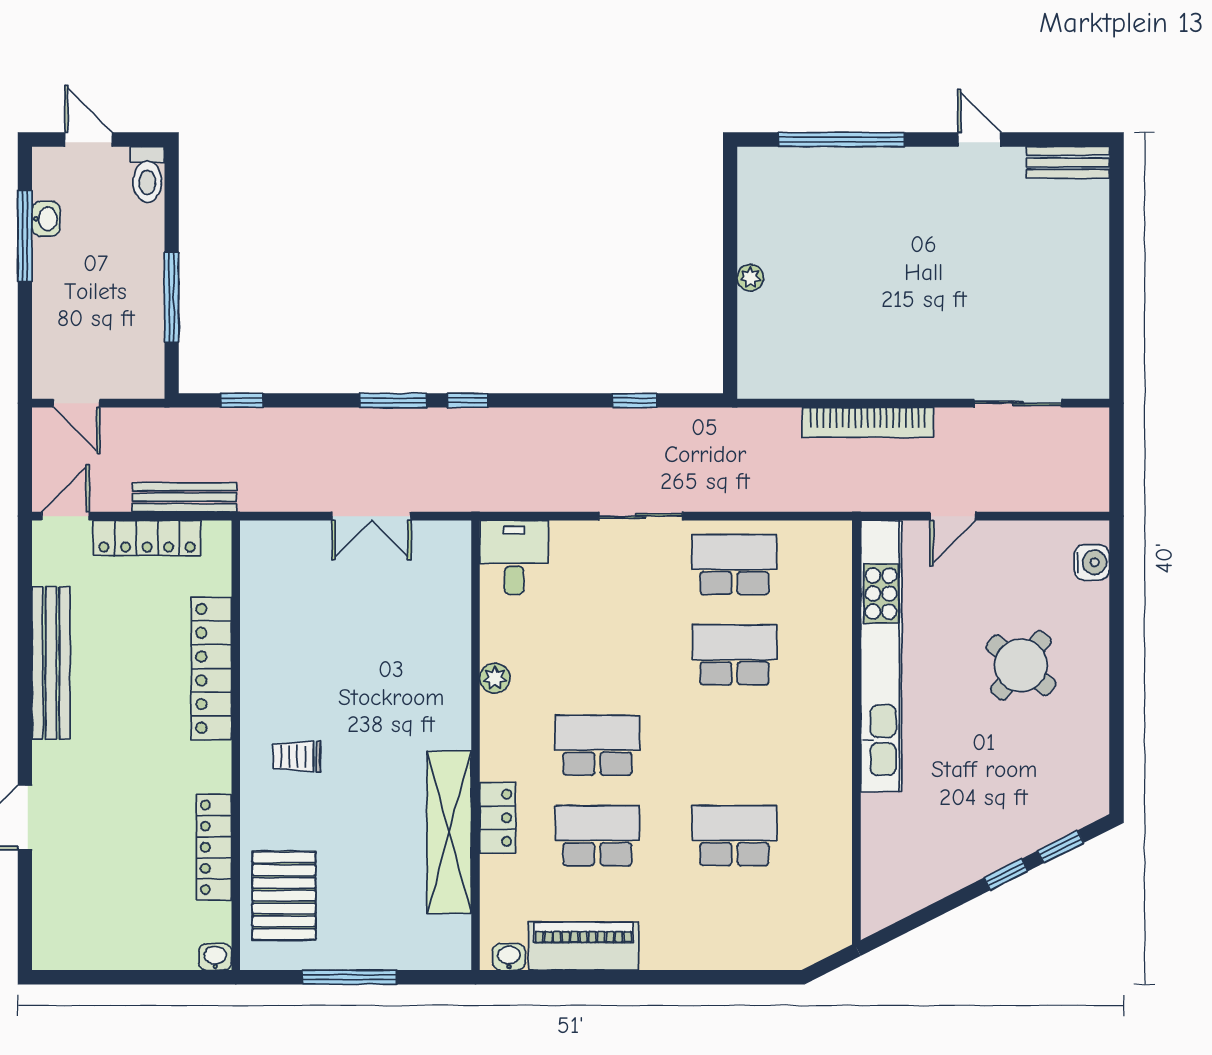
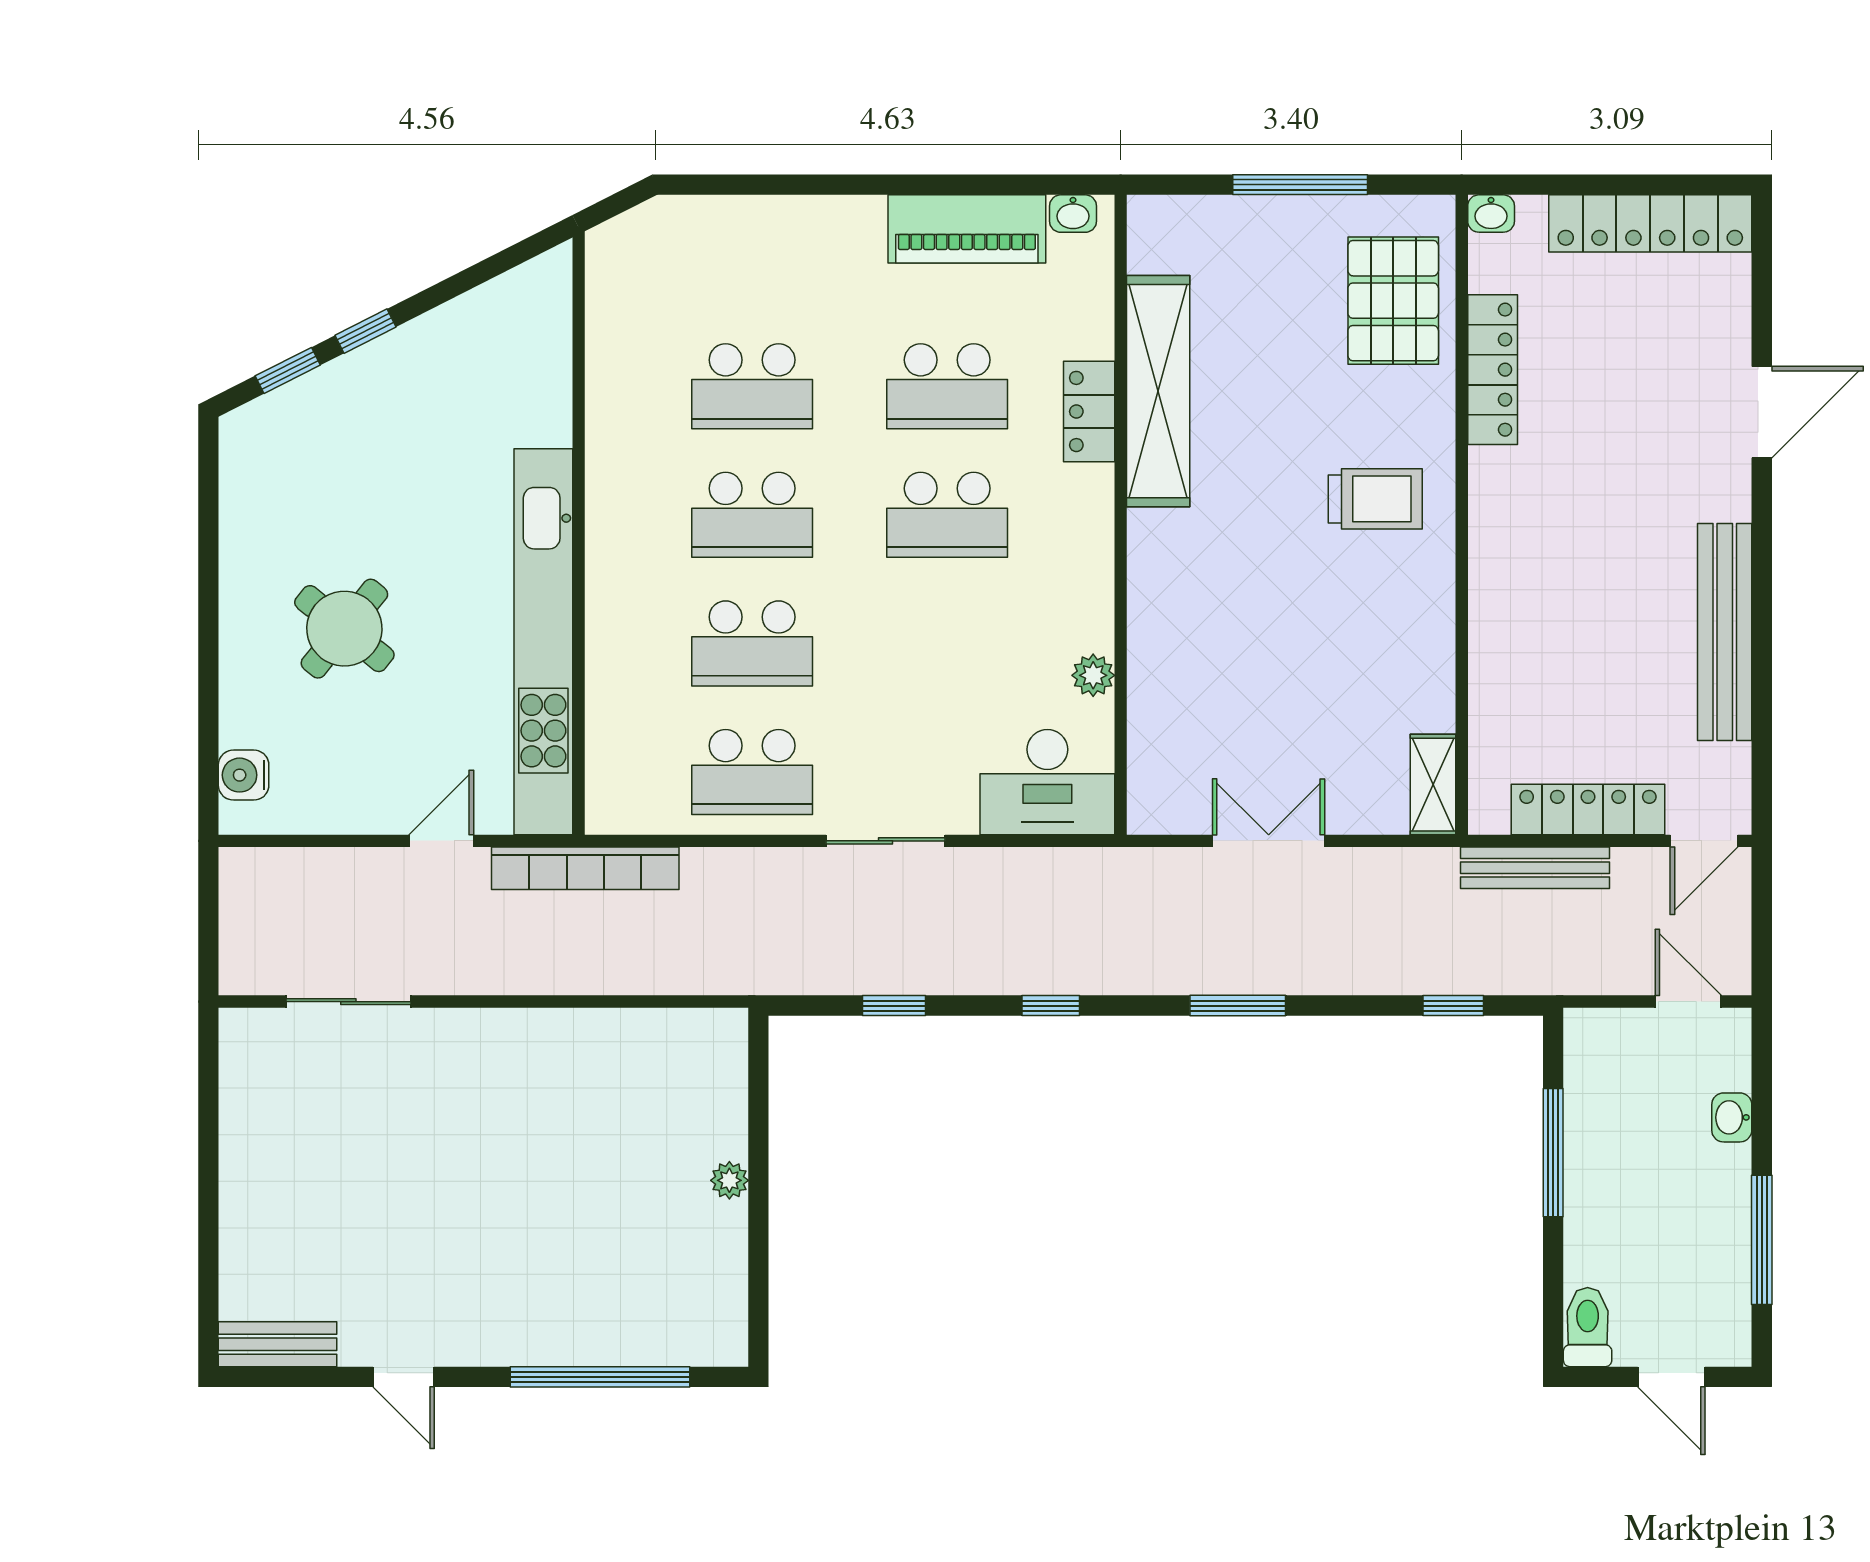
washbasin: (46, 219) -> (1732, 1117), moved
window: (467, 400) -> (1051, 1006), moved
bookcase: (868, 422) -> (585, 868), moved, turned 180
shelving: (256, 556) -> (1433, 785), added
desk: (514, 557) -> (1047, 782), width x1.37
locker: (211, 668) -> (1650, 223), moved, turned 90
plant: (495, 678) -> (1093, 675), moved
school desk: (734, 745) -> (752, 515), added
trolley: (297, 756) -> (1375, 499), width x1.36, depth x1.39

